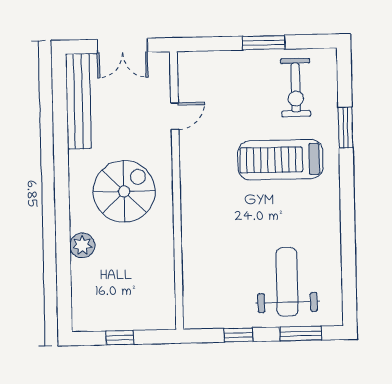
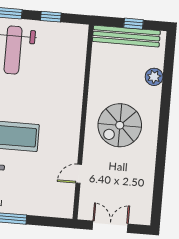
bench: (78, 101) -> (126, 36), moved, turned 90
plant: (82, 245) -> (154, 77), moved

